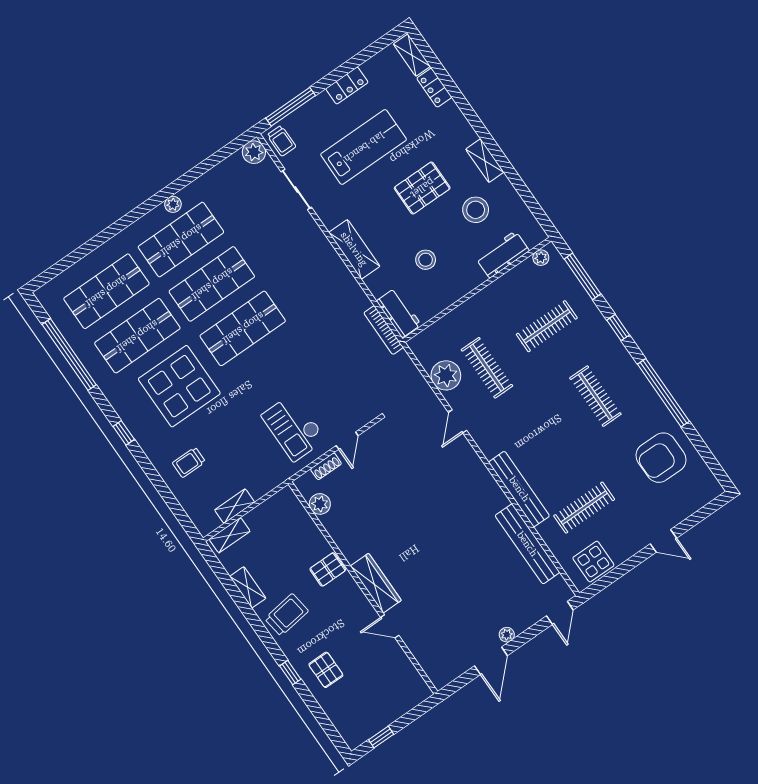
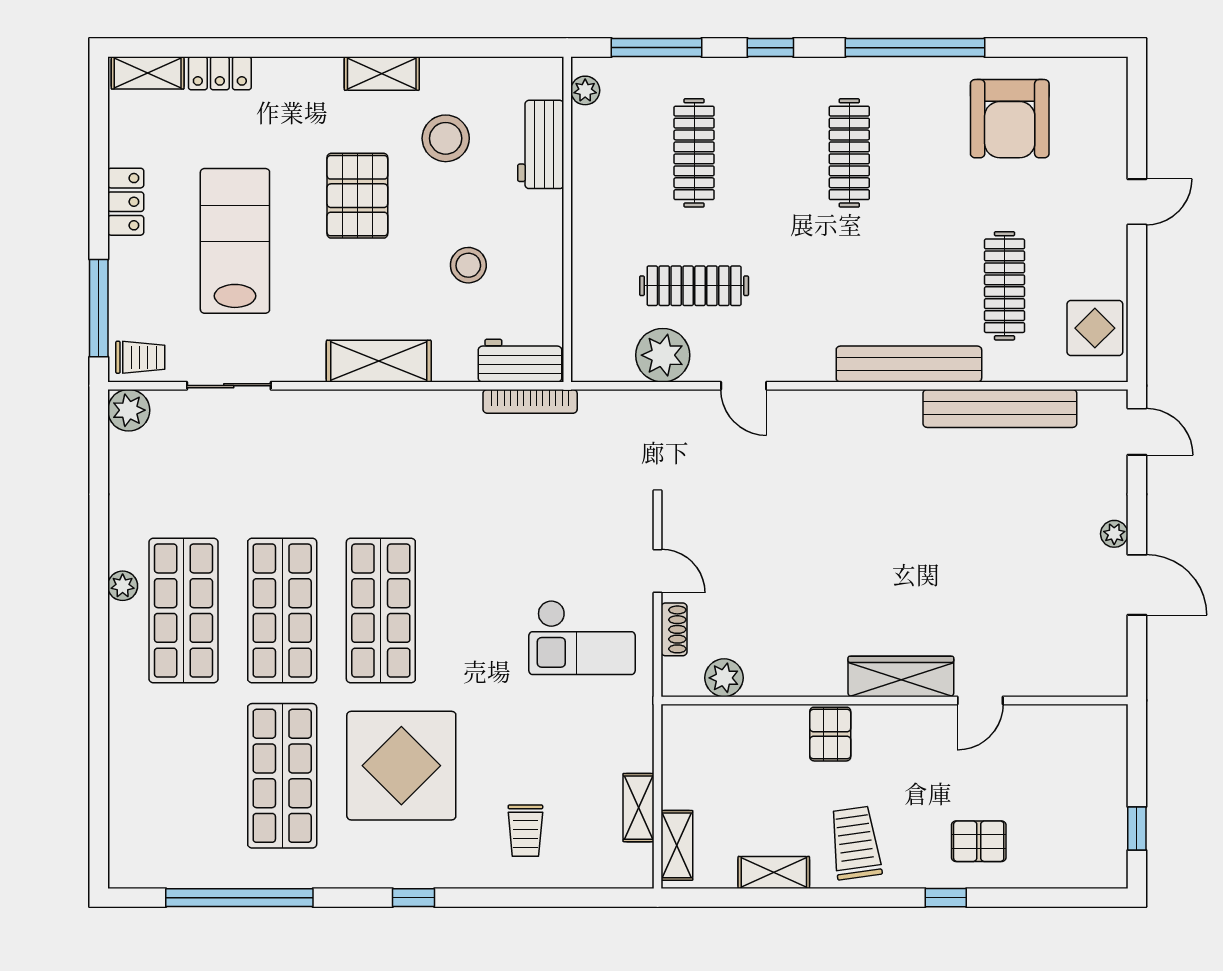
shop shelf: (106, 291) -> (183, 776), removed
clothes rail: (595, 396) -> (849, 153), turned 90

